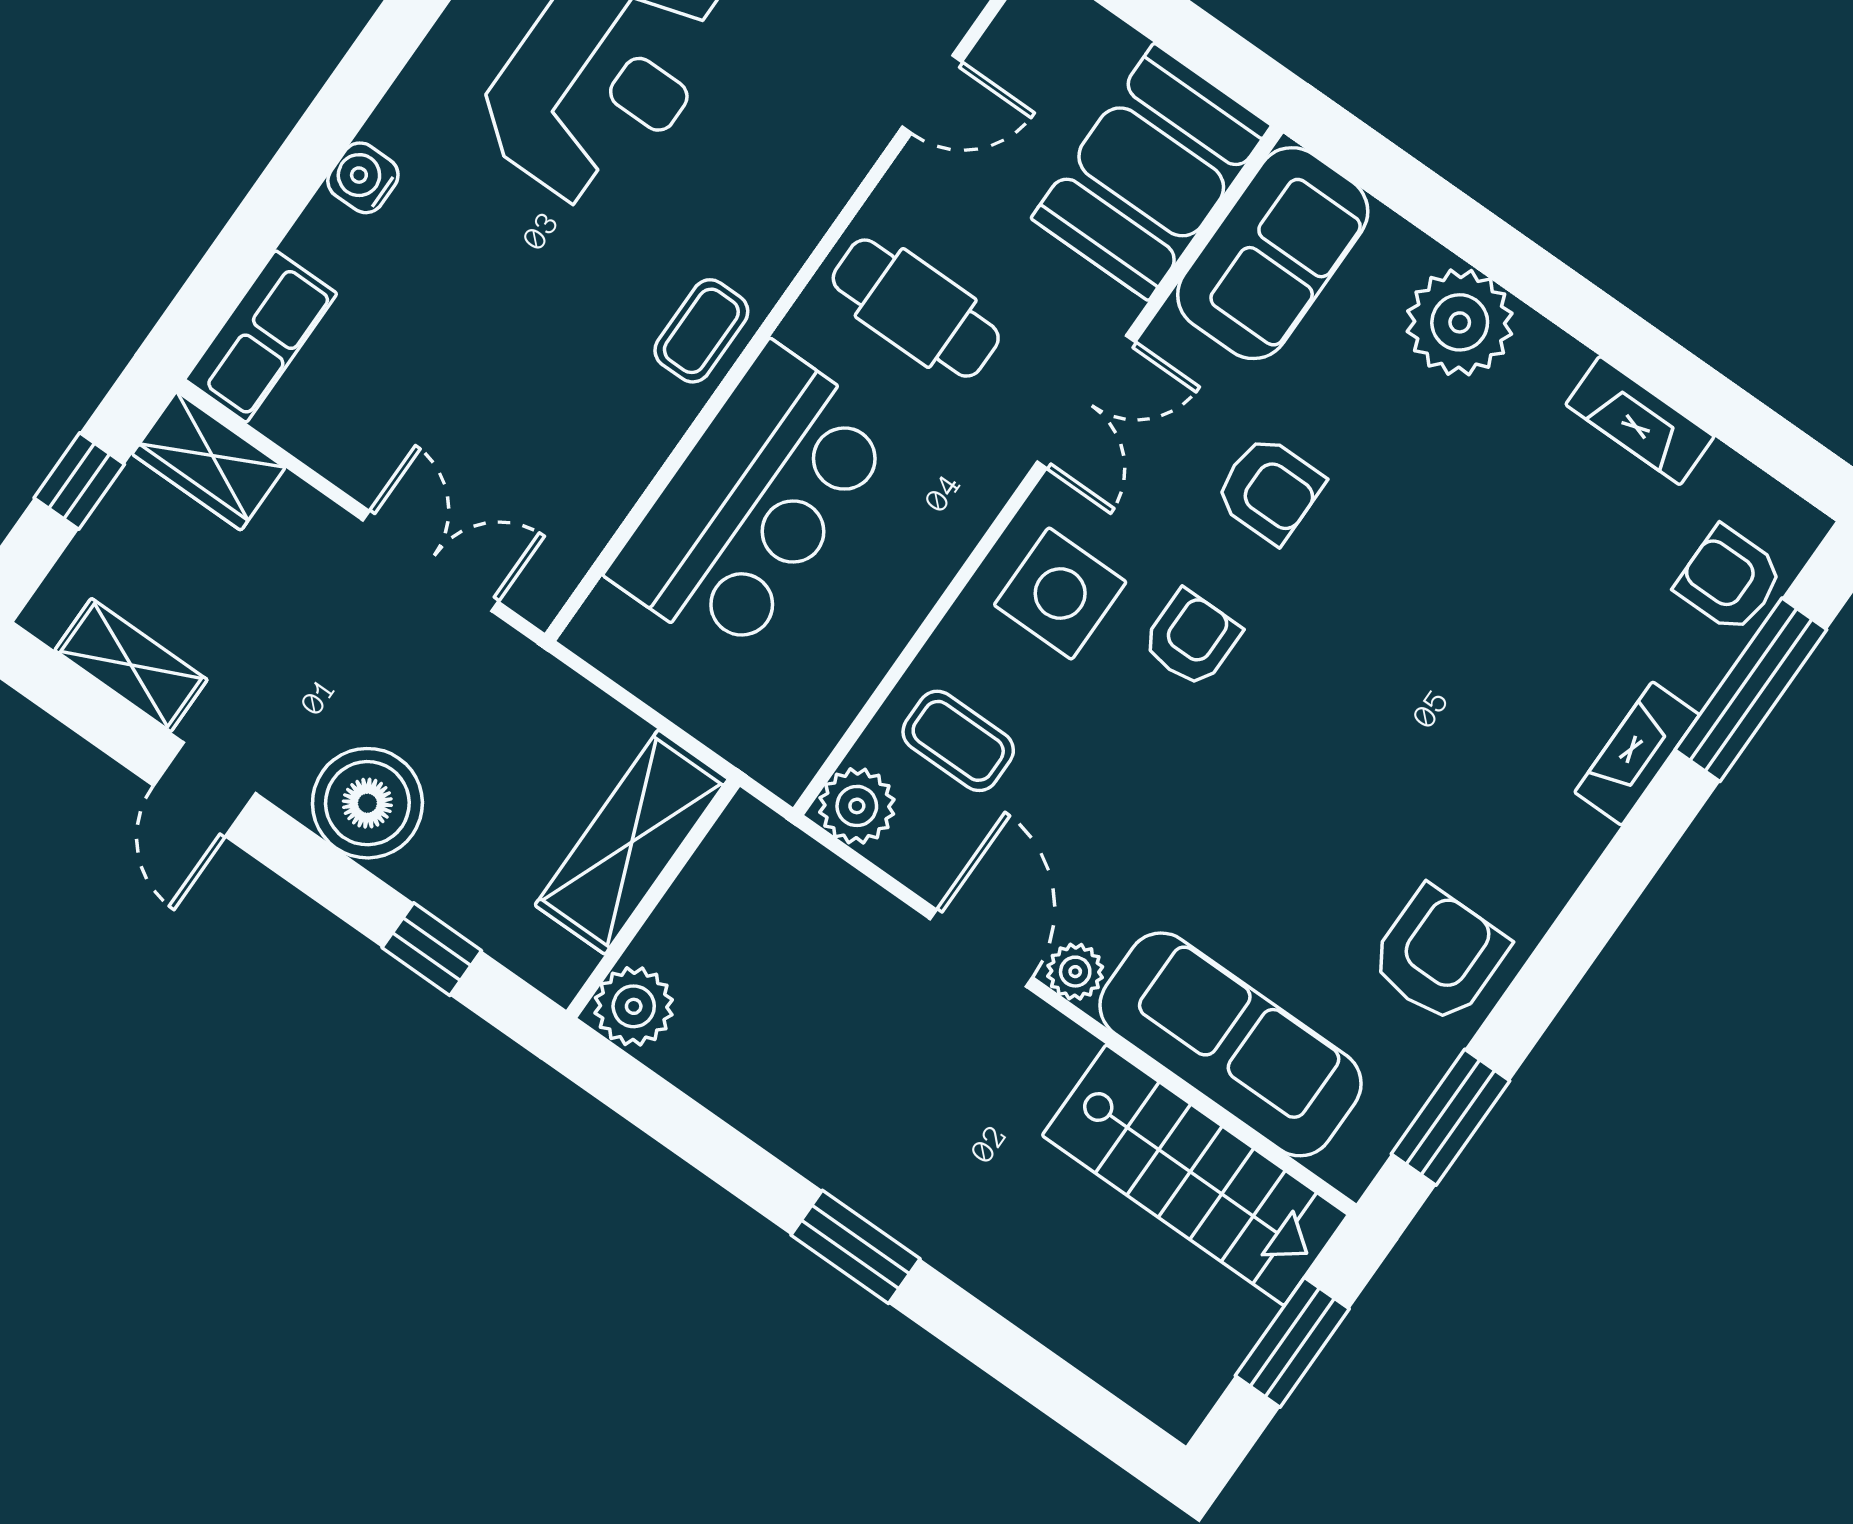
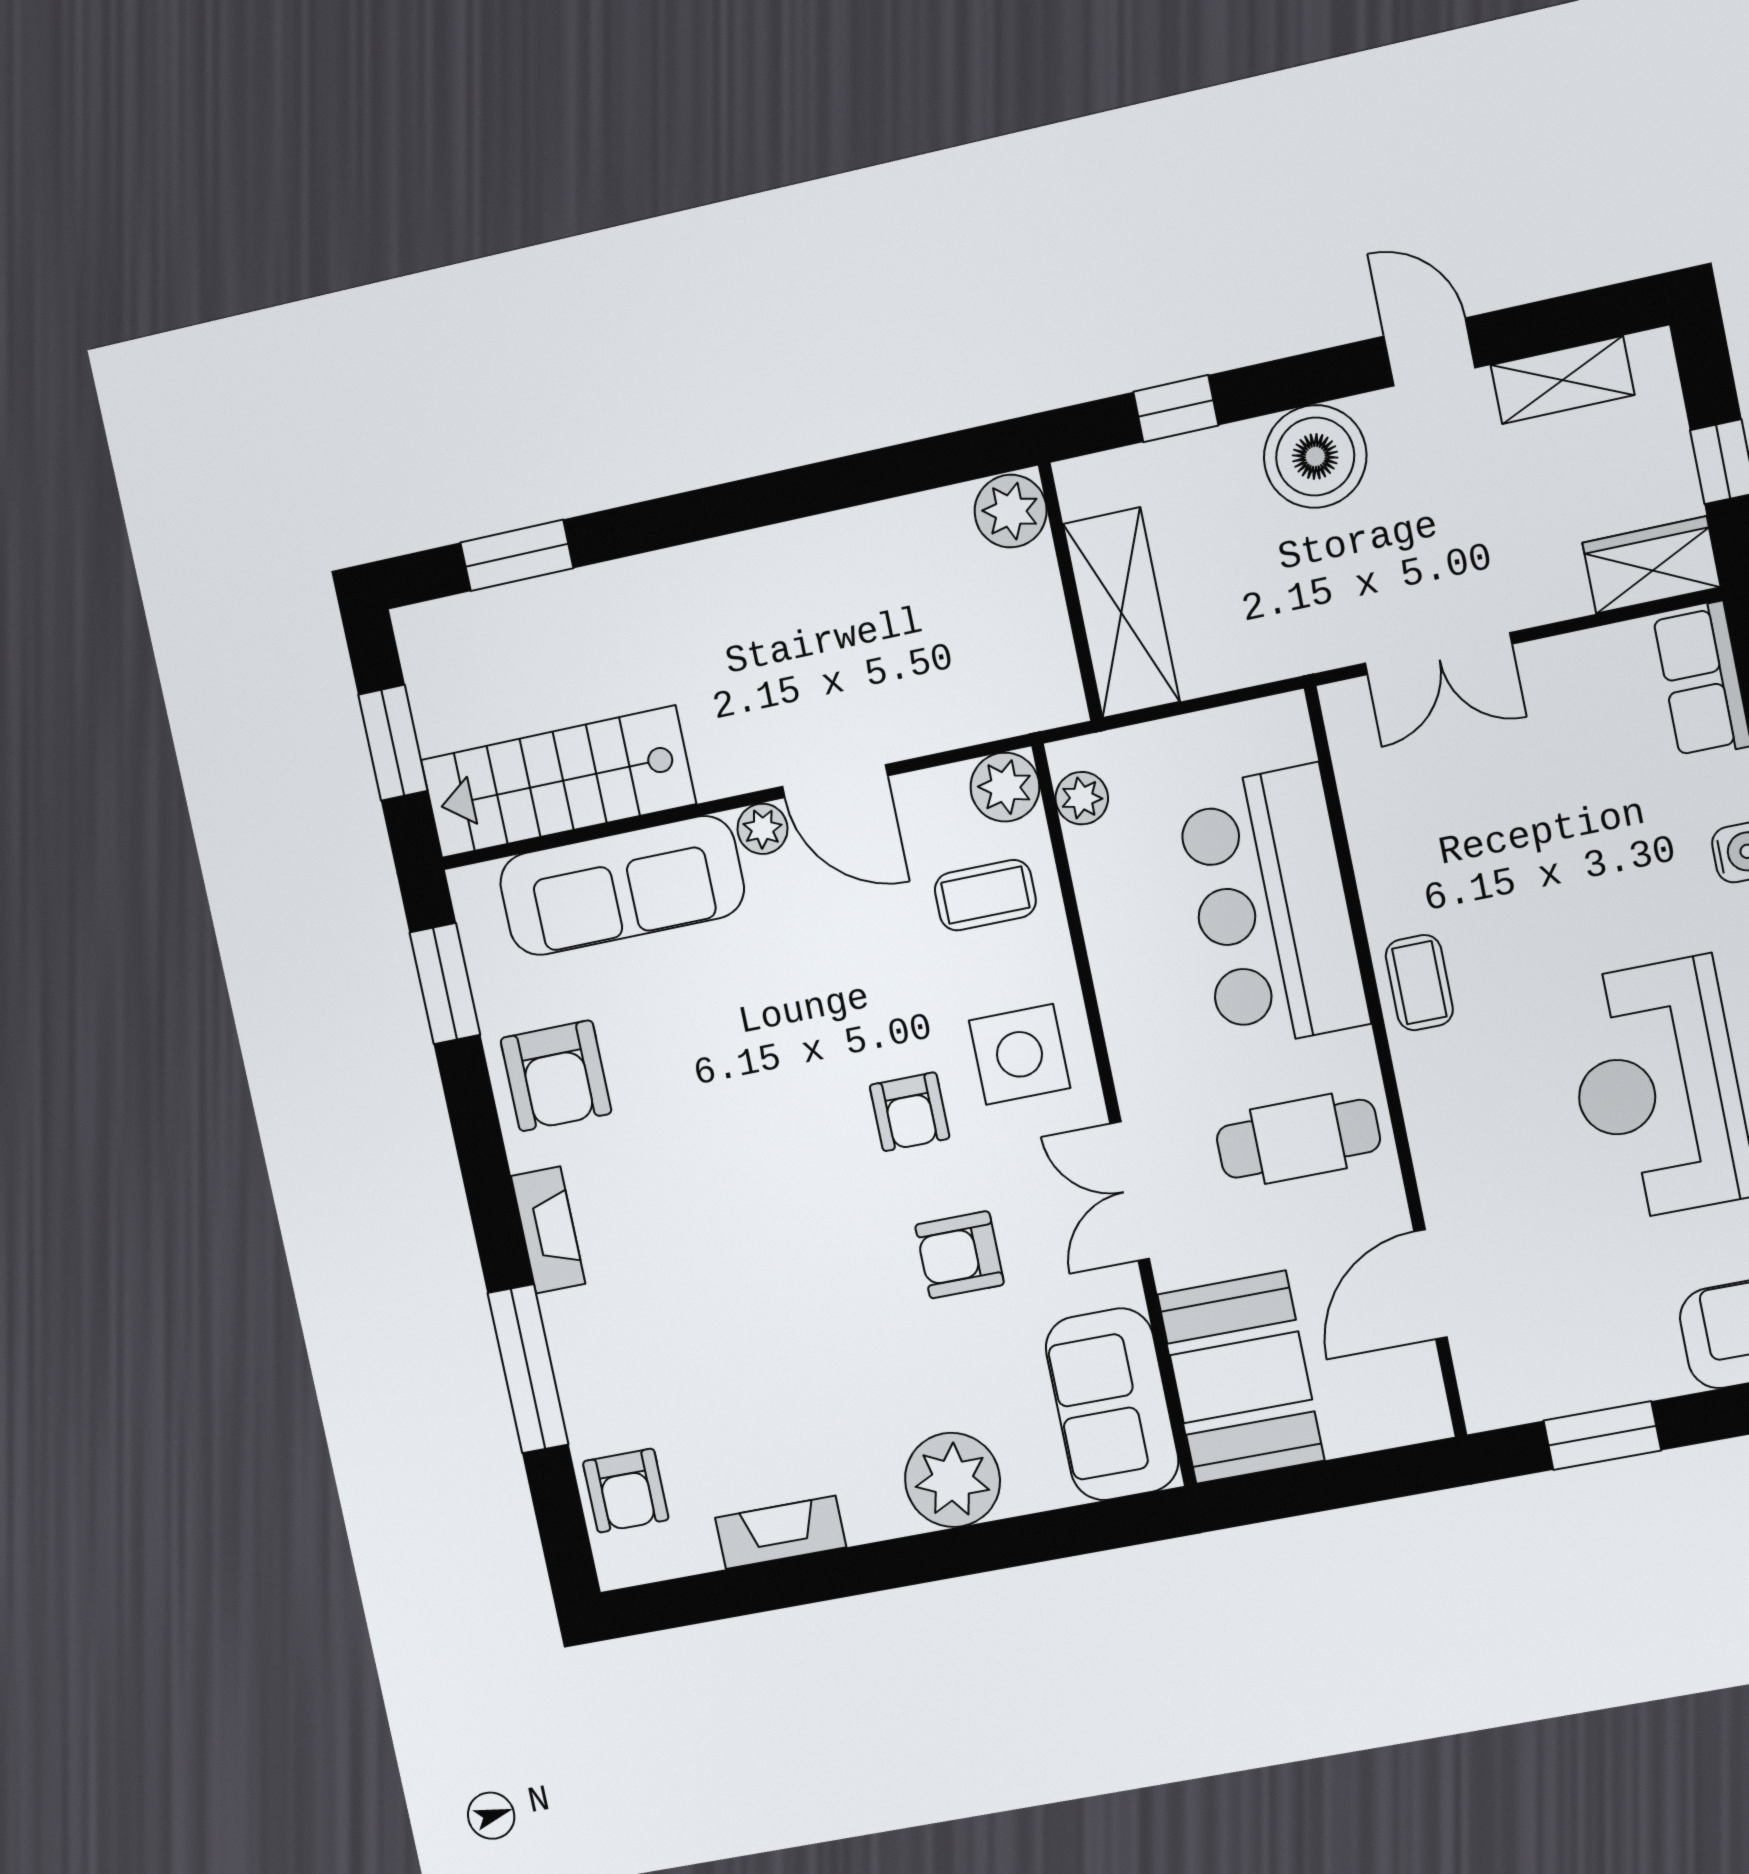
door: (932, 94) -> (1431, 1284), width x1.38
armchair: (1729, 579) -> (626, 1491), turned 90
window: (1751, 690) -> (528, 1369), moved
plant: (808, 736) -> (1082, 798), added
fireplace: (1637, 754) -> (548, 1230), moved
window: (855, 1247) -> (517, 555), moved

